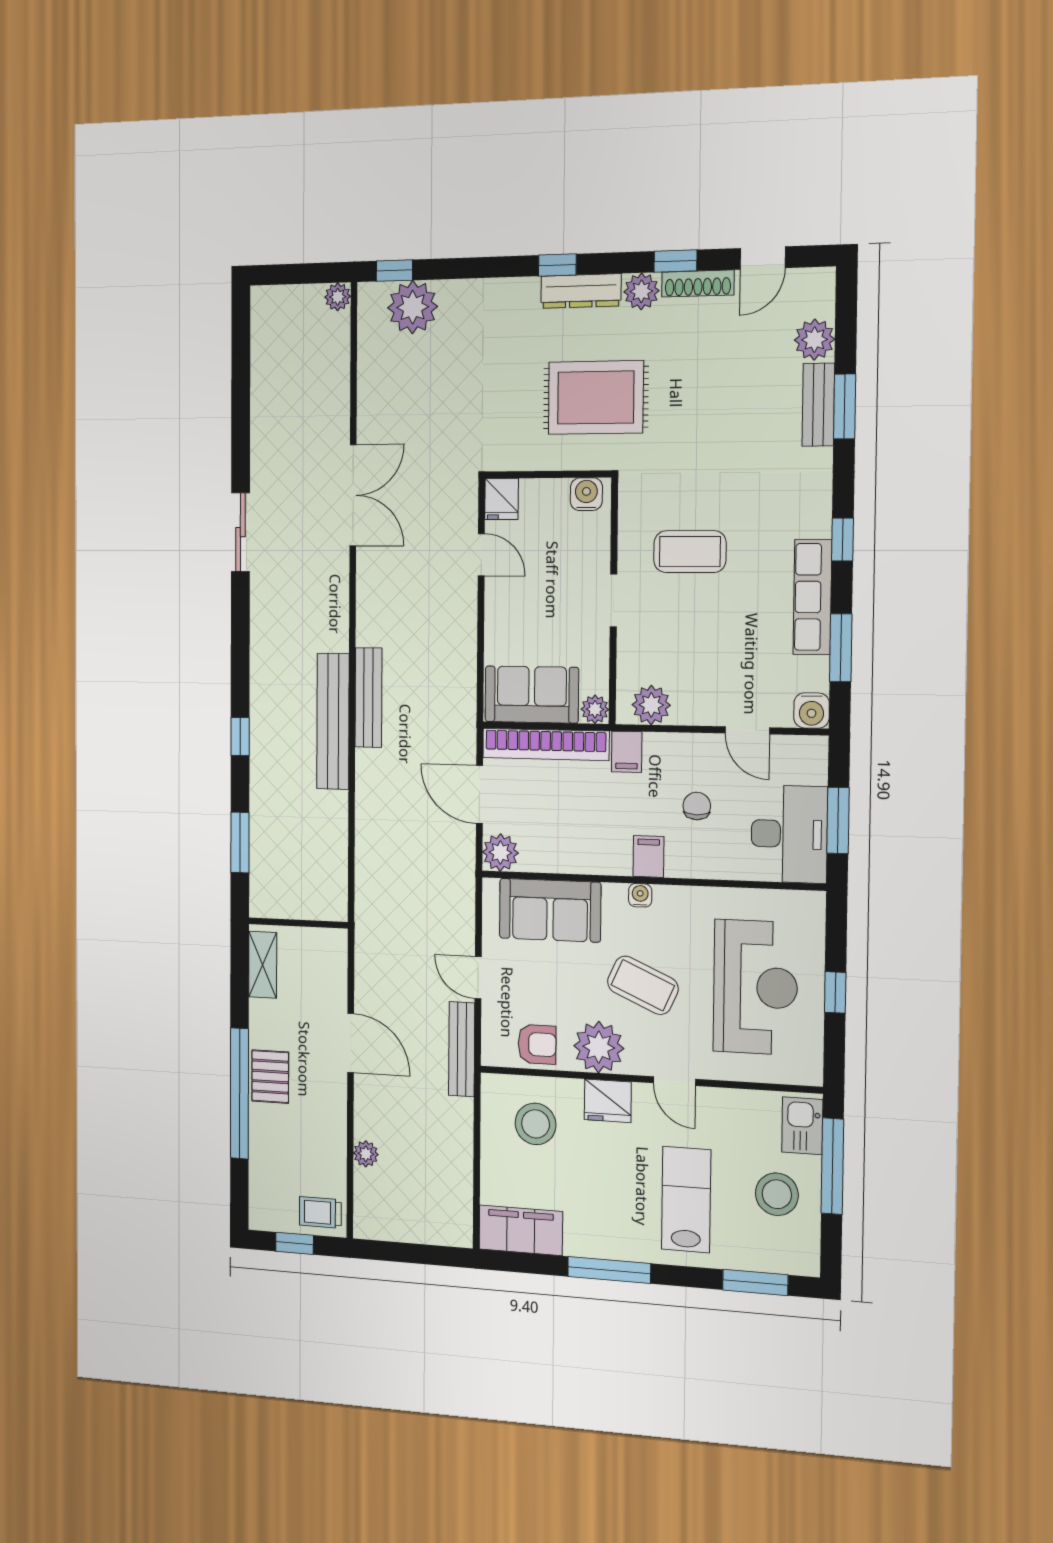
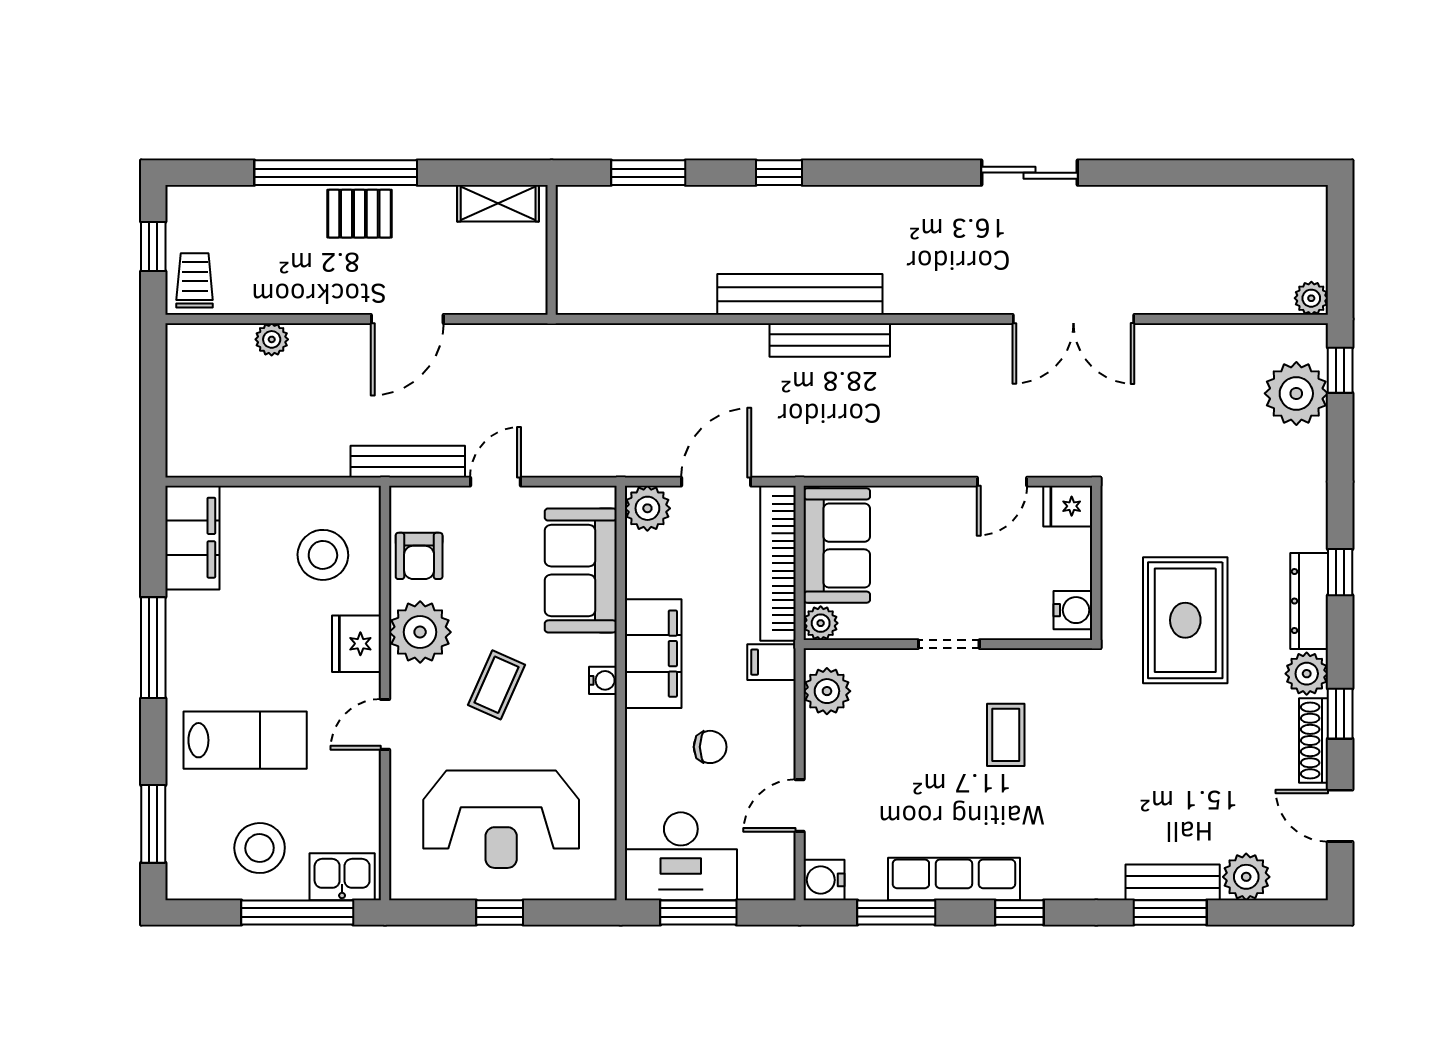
coffee table: (690, 552) -> (1006, 735), width x0.73, depth x0.77
filing cabinet: (648, 856) -> (653, 654), width x3.00, depth x1.17
coffee table: (643, 985) -> (497, 685), width x0.73, depth x0.77

